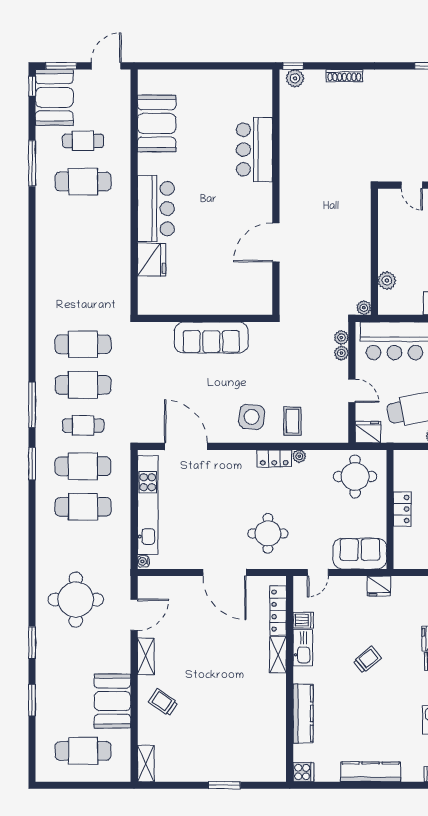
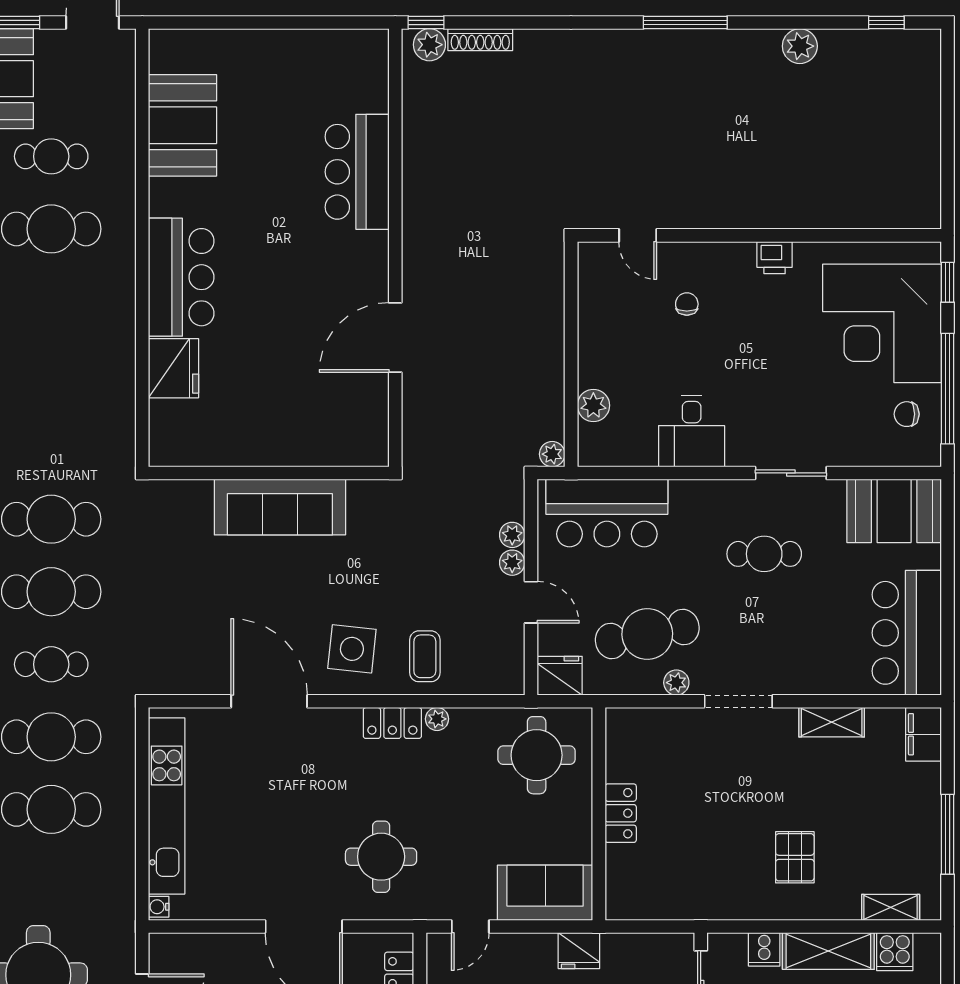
shoe rack: (344, 75) -> (480, 40), moved
plant: (341, 337) -> (512, 563), moved
door: (186, 446) -> (269, 701), moved

